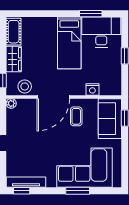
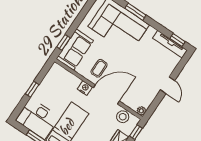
nightstand: (92, 89) -> (85, 88), moved

